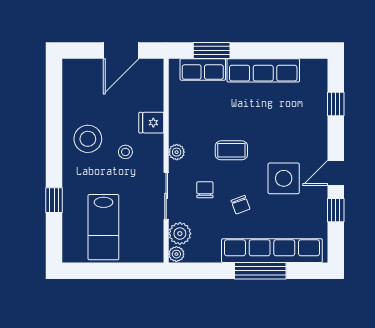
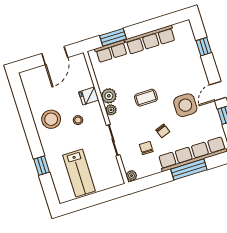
chair: (205, 190) -> (146, 148), moved
plant: (180, 234) -> (109, 96), moved

